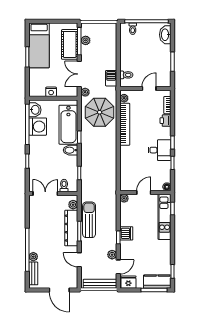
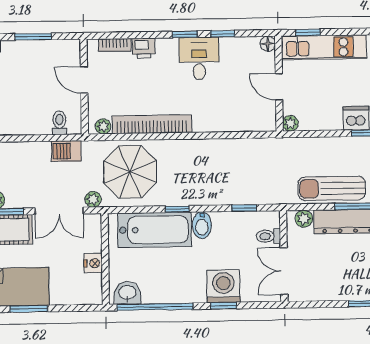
washing machine: (38, 127) -> (223, 286), moved

